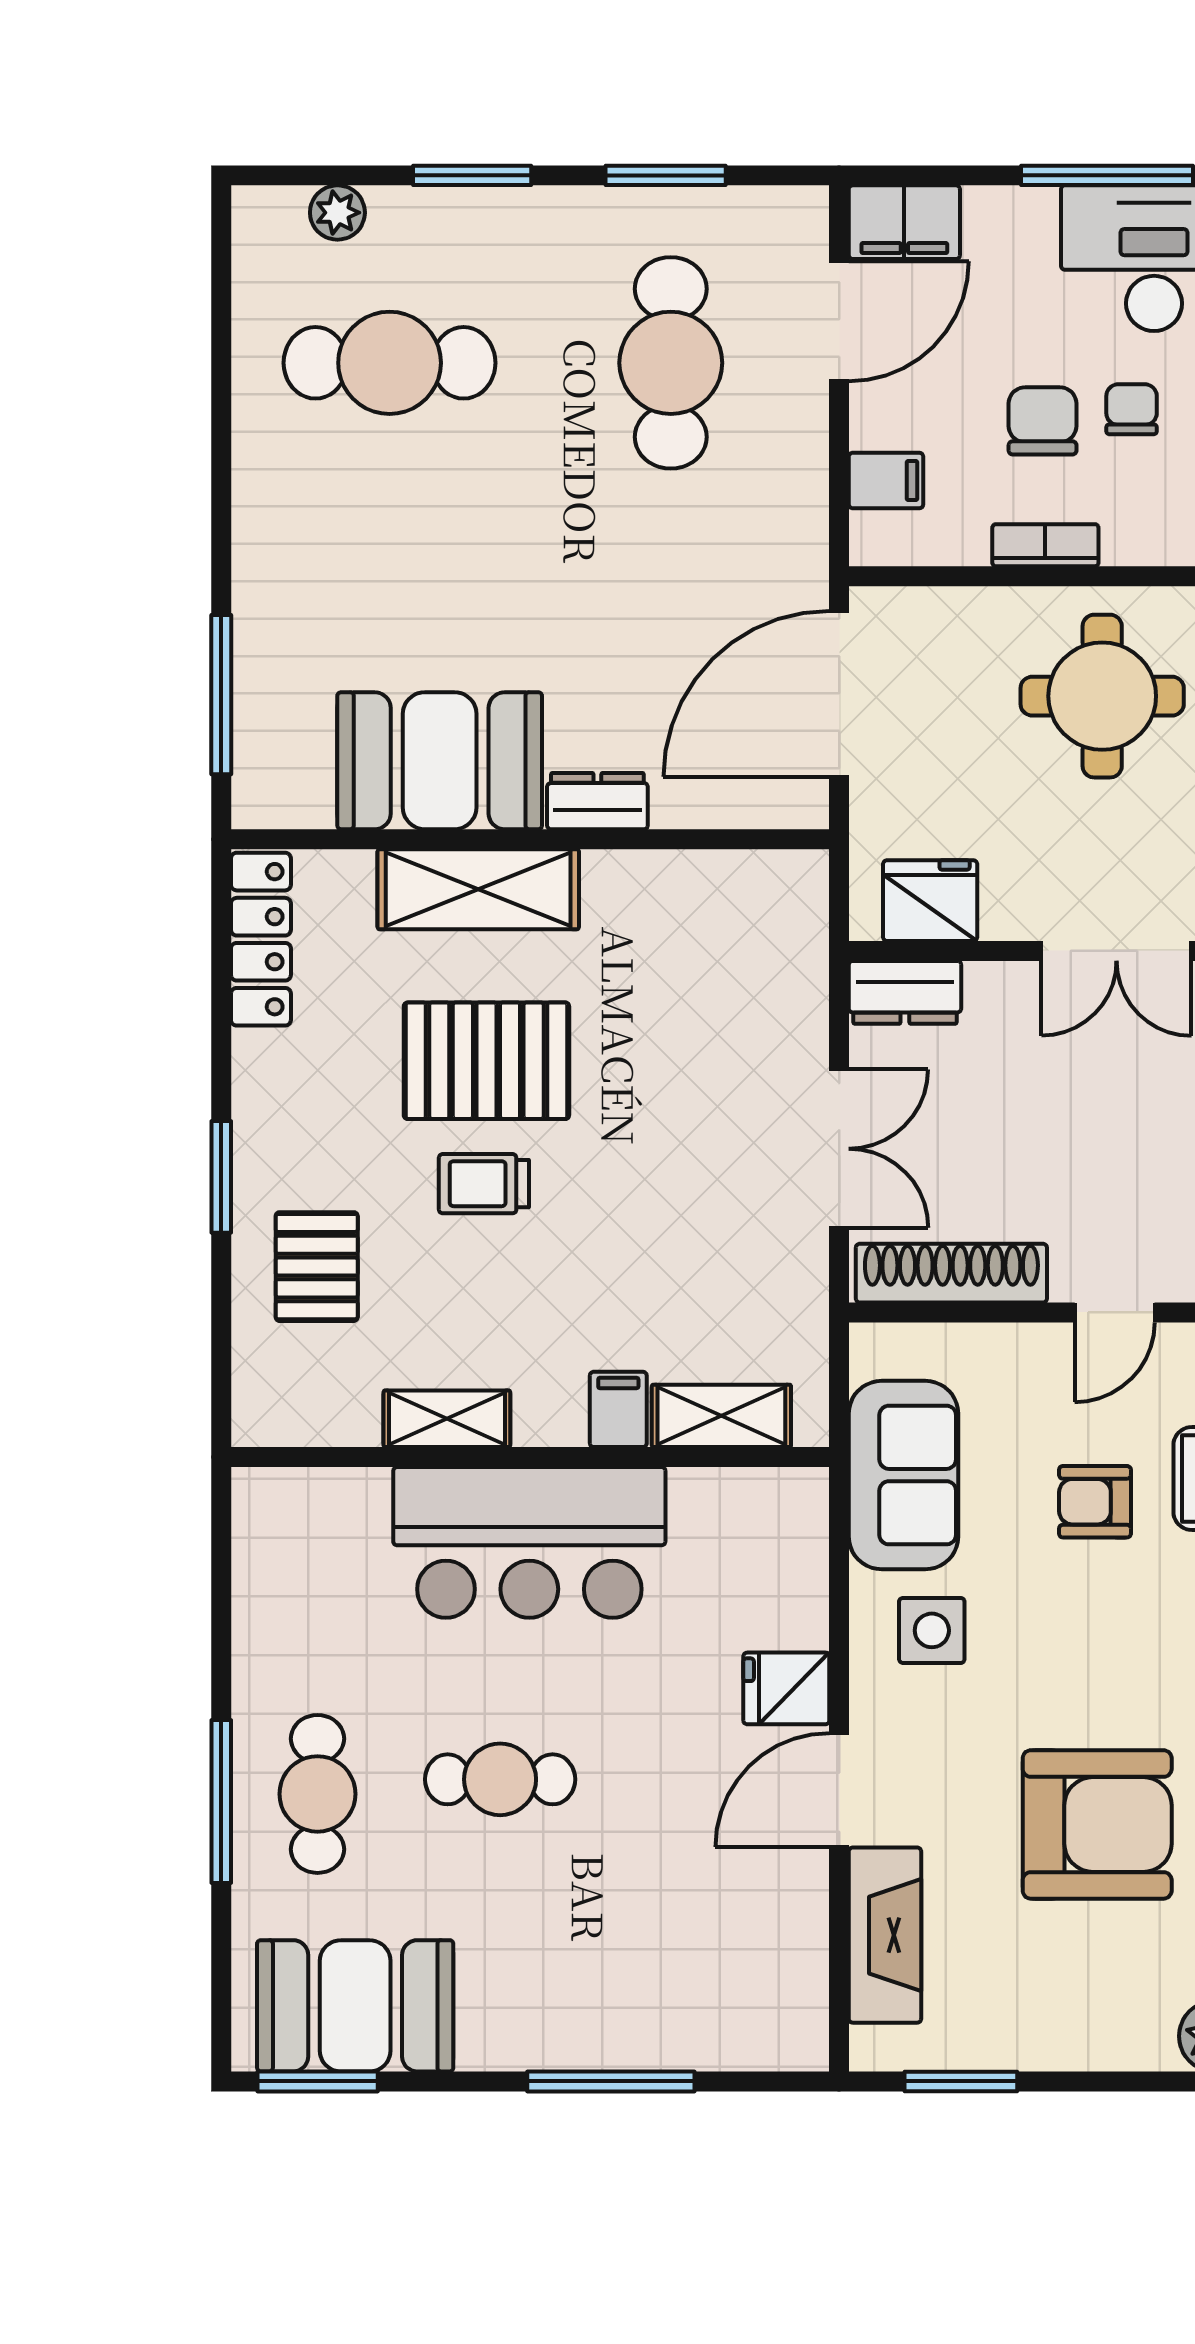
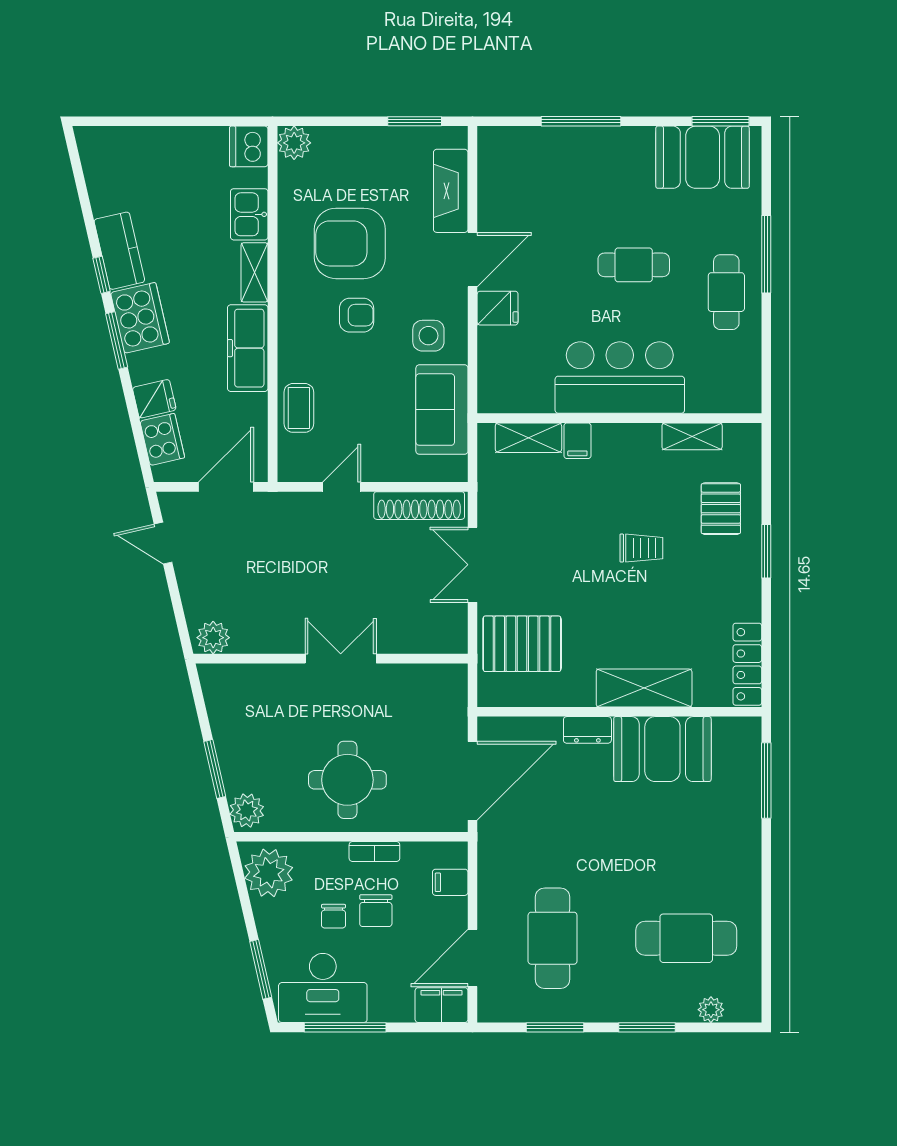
fridge: (930, 901) -> (429, 683), removed
dresser: (905, 992) -> (441, 639), removed
pallet: (486, 1061) -> (522, 644), moved
shelving: (447, 1419) -> (692, 436), moved
armchair: (1095, 1502) -> (357, 315), moved
cafe table: (317, 1794) -> (726, 292), moved

